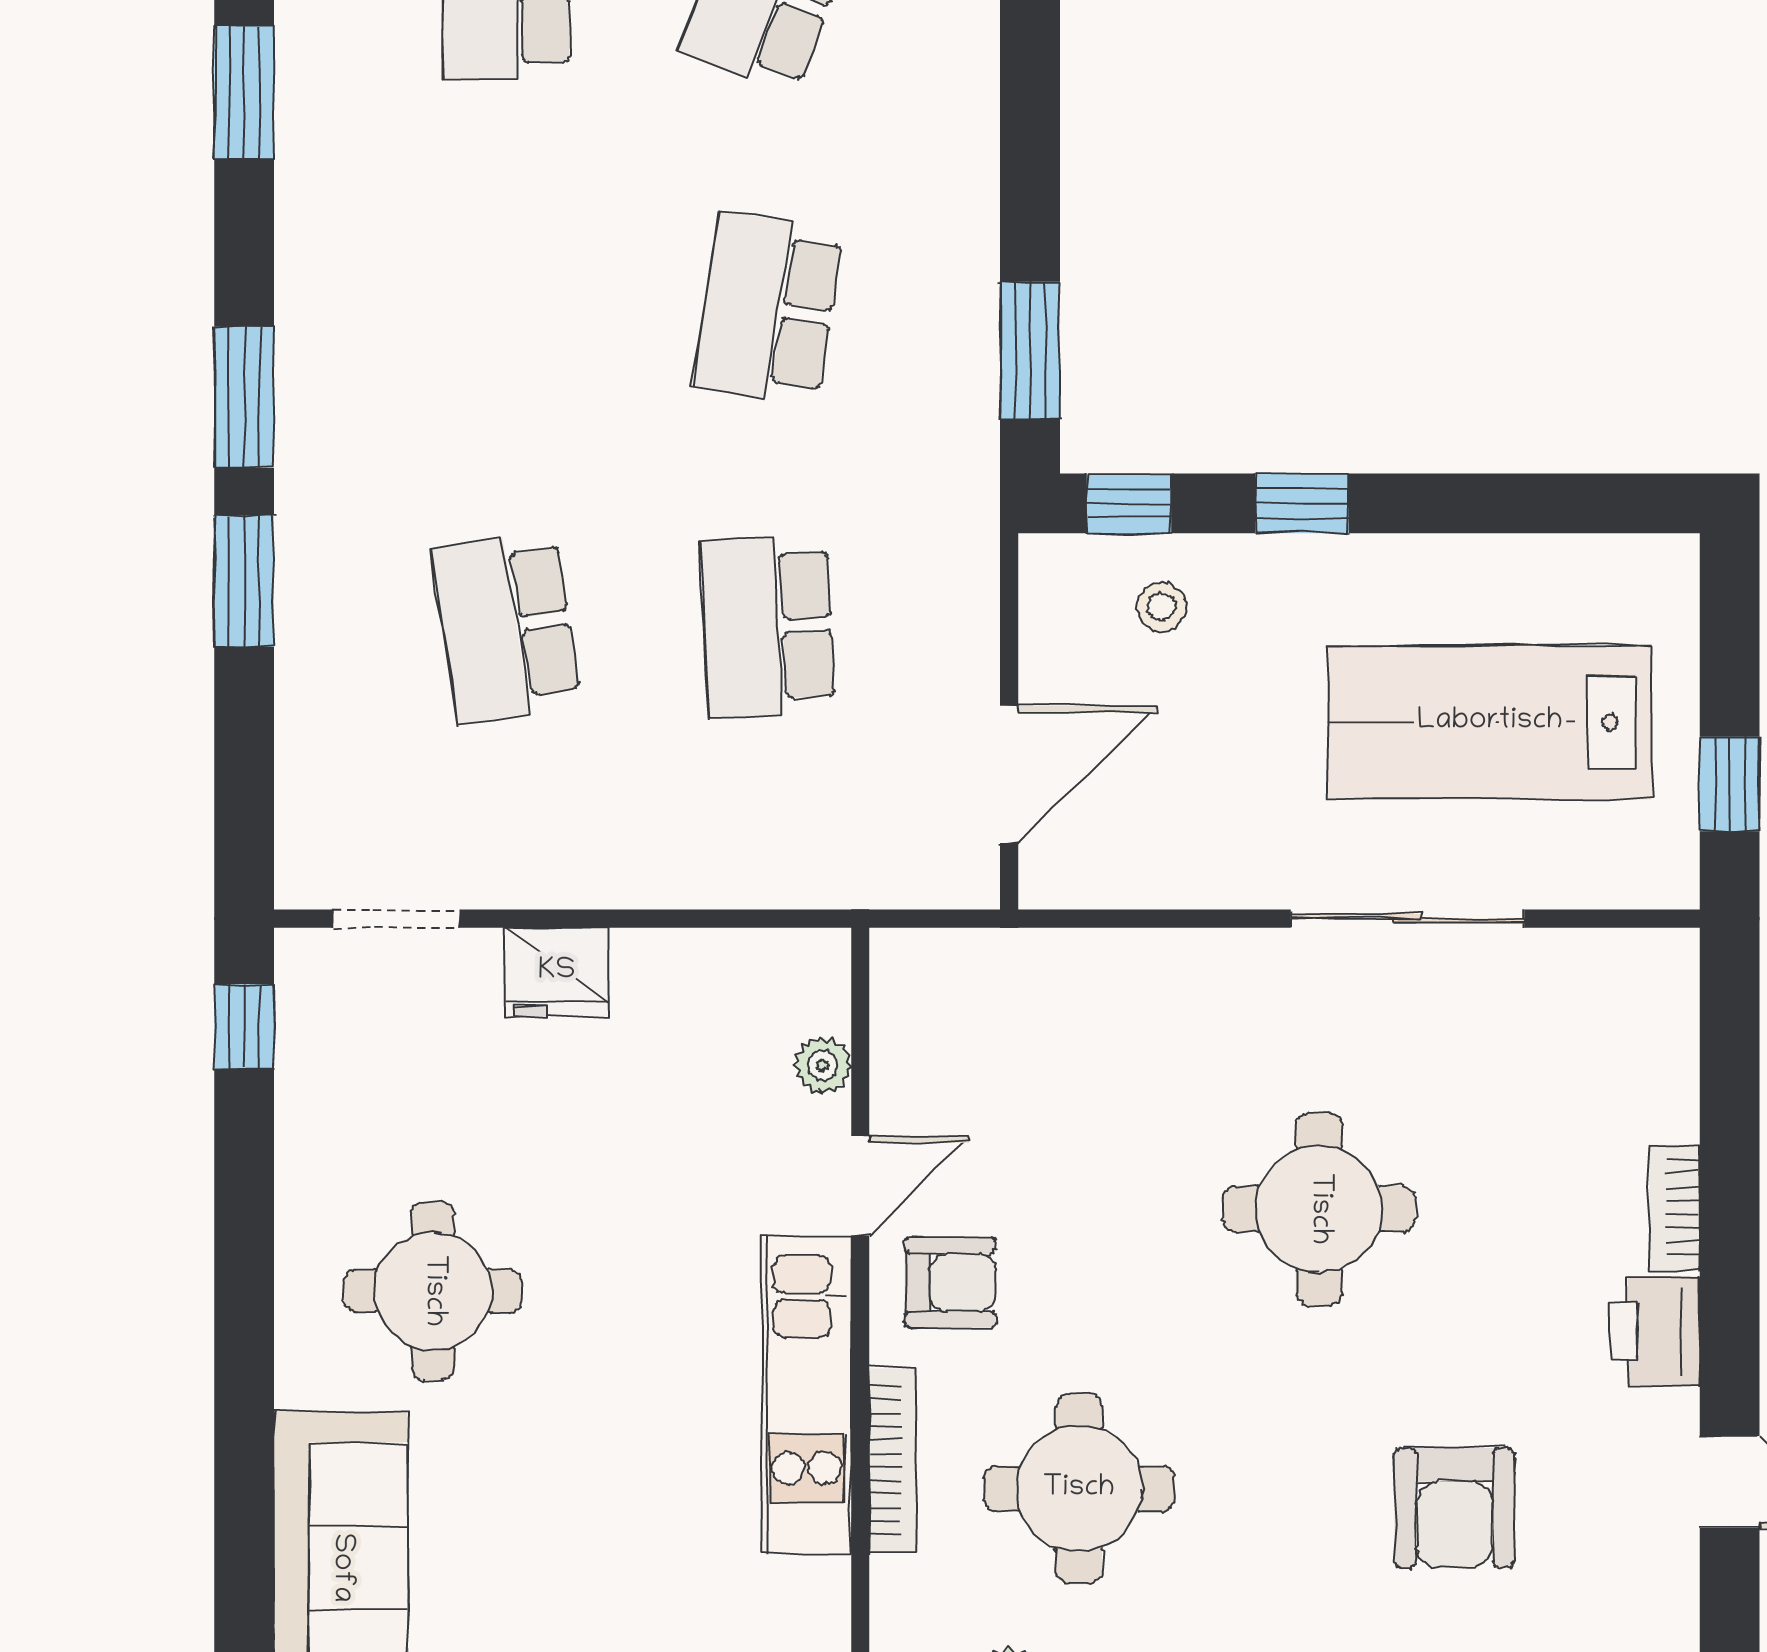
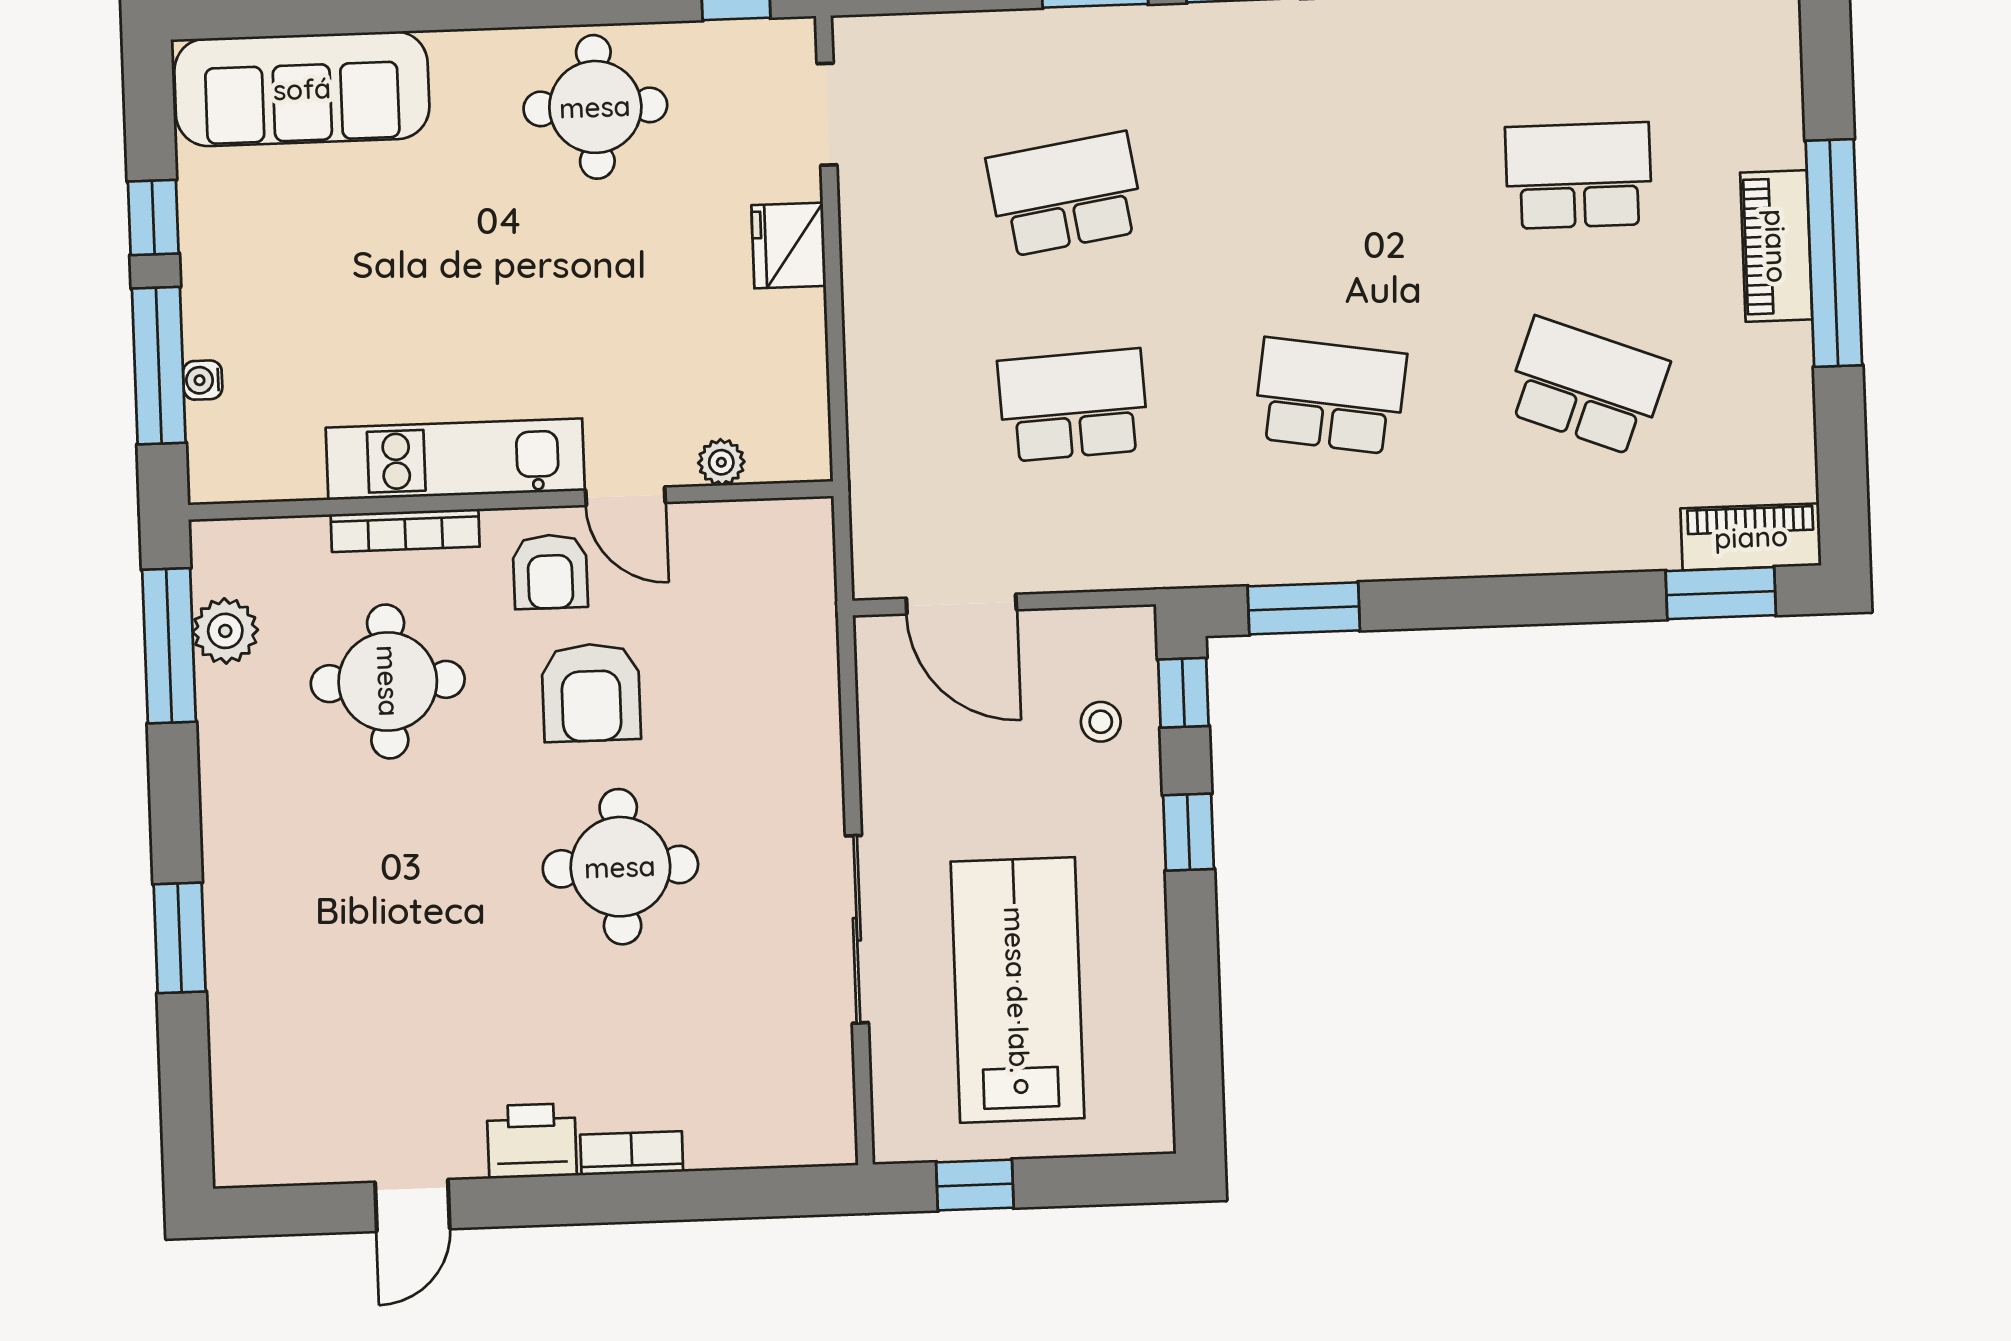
round table: (433, 1291) -> (595, 107), moved
armchair: (1455, 1508) -> (591, 692), moved, turned -90

